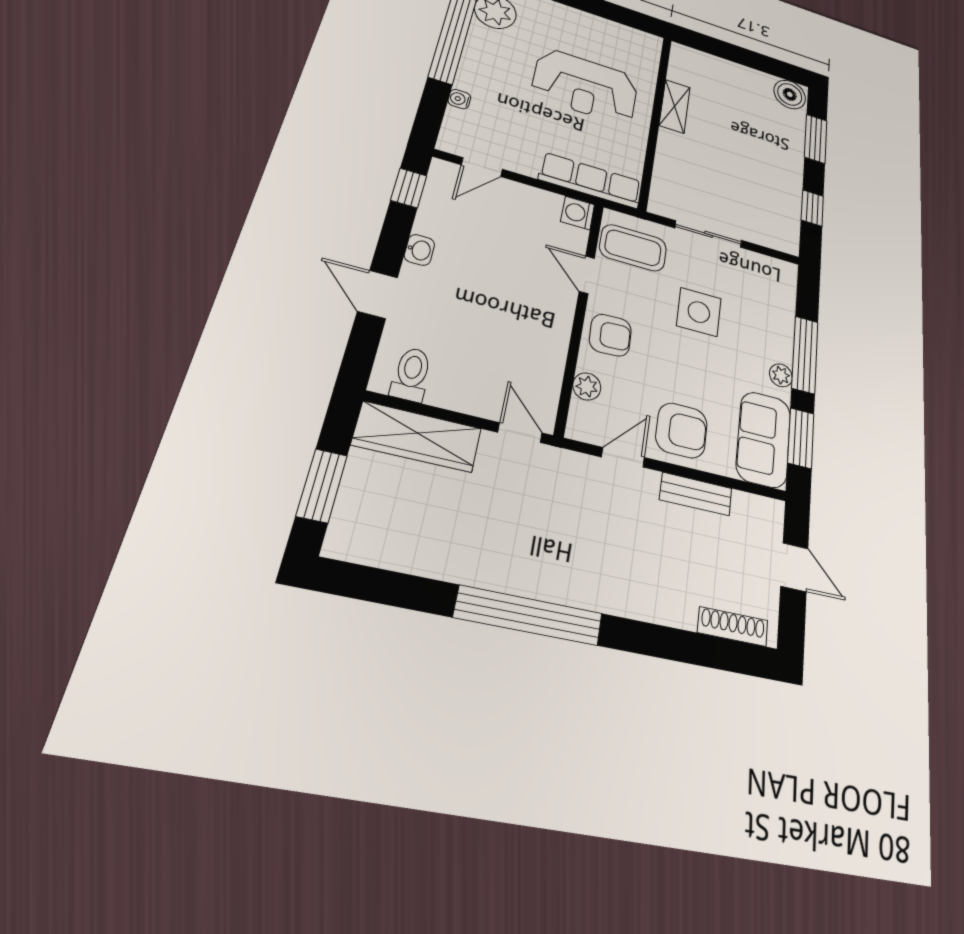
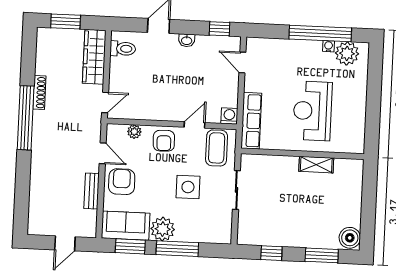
water cooler: (459, 99) -> (328, 46), moved
plant: (781, 375) -> (163, 229), width x1.88, depth x1.88
armchair: (682, 430) -> (122, 182), turned 180
shoe rack: (733, 626) -> (39, 93), moved

